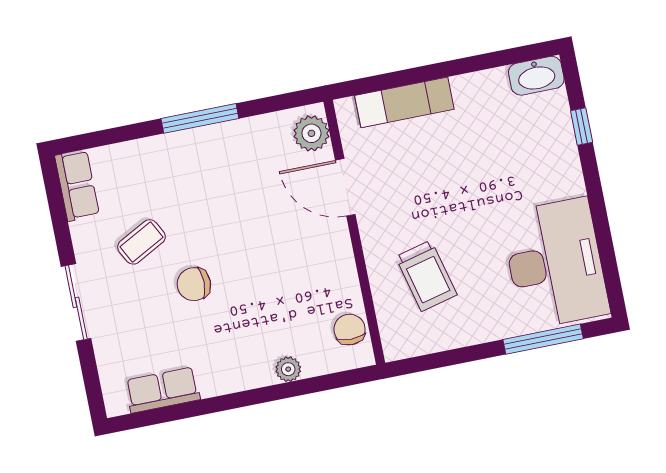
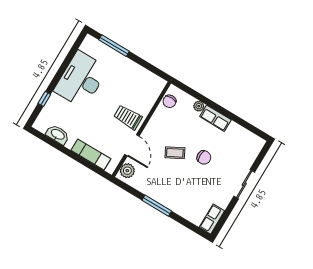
washbasin: (536, 76) -> (58, 135), moved
coffee table: (141, 242) -> (175, 153), moved
desk: (555, 263) -> (81, 79), moved
trolley: (426, 276) -> (128, 117), moved, turned -76
row of seats: (163, 390) -> (215, 118), moved

